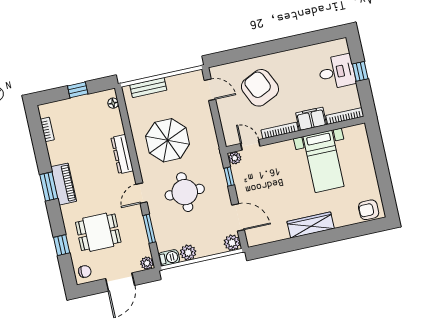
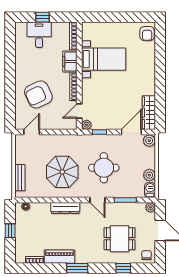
piano: (64, 184) -> (59, 257), moved
wardrobe: (311, 225) -> (149, 113), moved
dining table: (98, 232) -> (120, 239), turned 90

